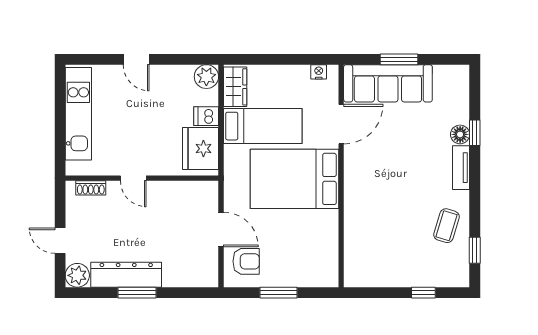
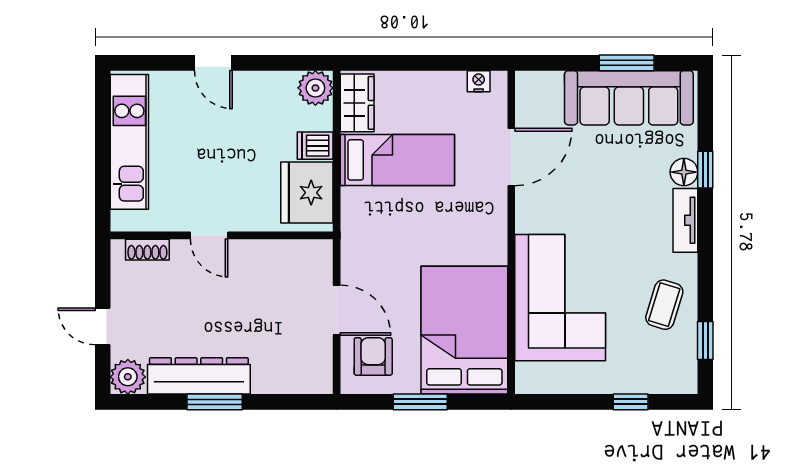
window: (399, 59) -> (627, 63), moved
sofa: (388, 83) -> (629, 98), moved
bed: (295, 179) -> (464, 330), moved, turned 90
corner sofa: (375, 221) -> (560, 298), added
armchair: (246, 261) -> (373, 356), turned -90

